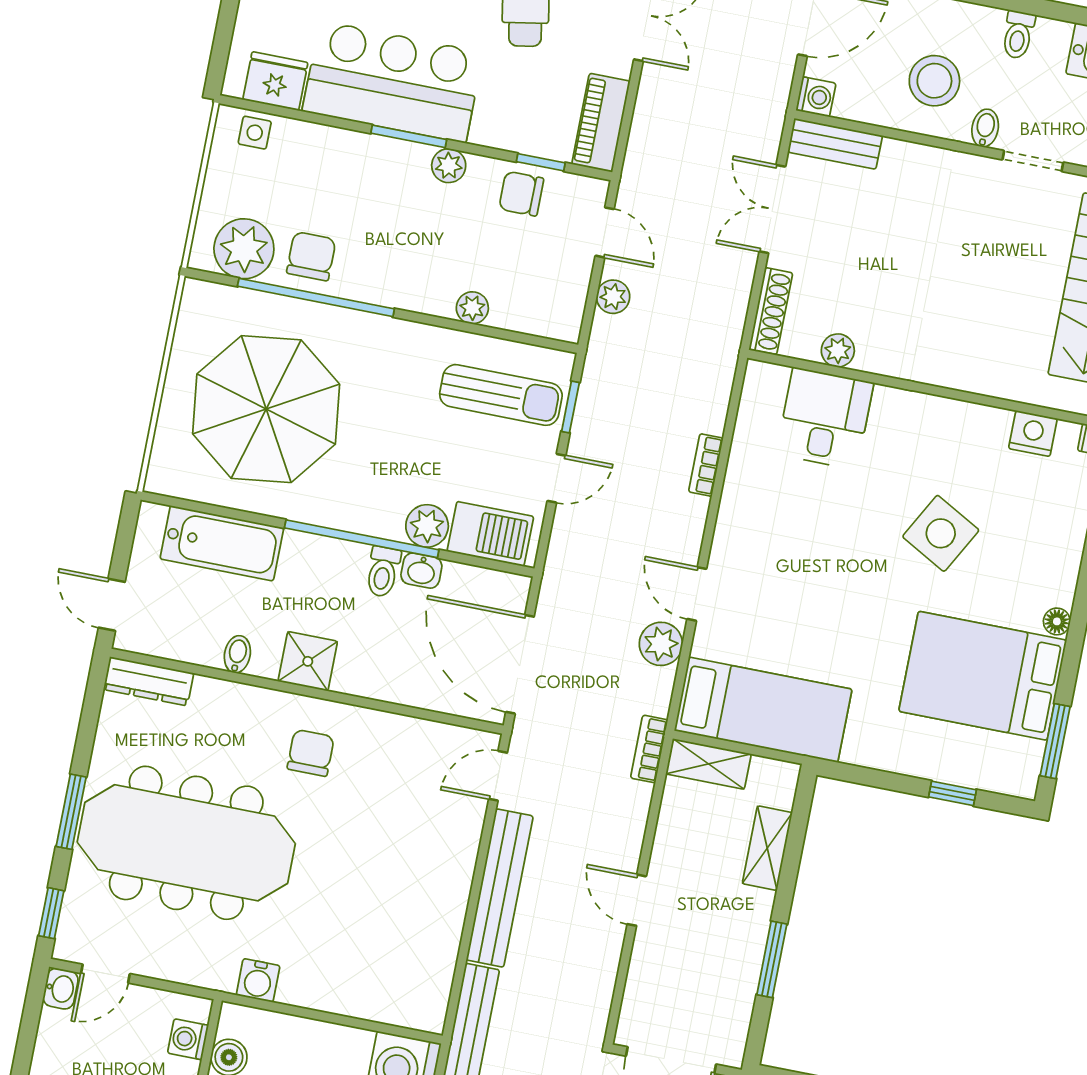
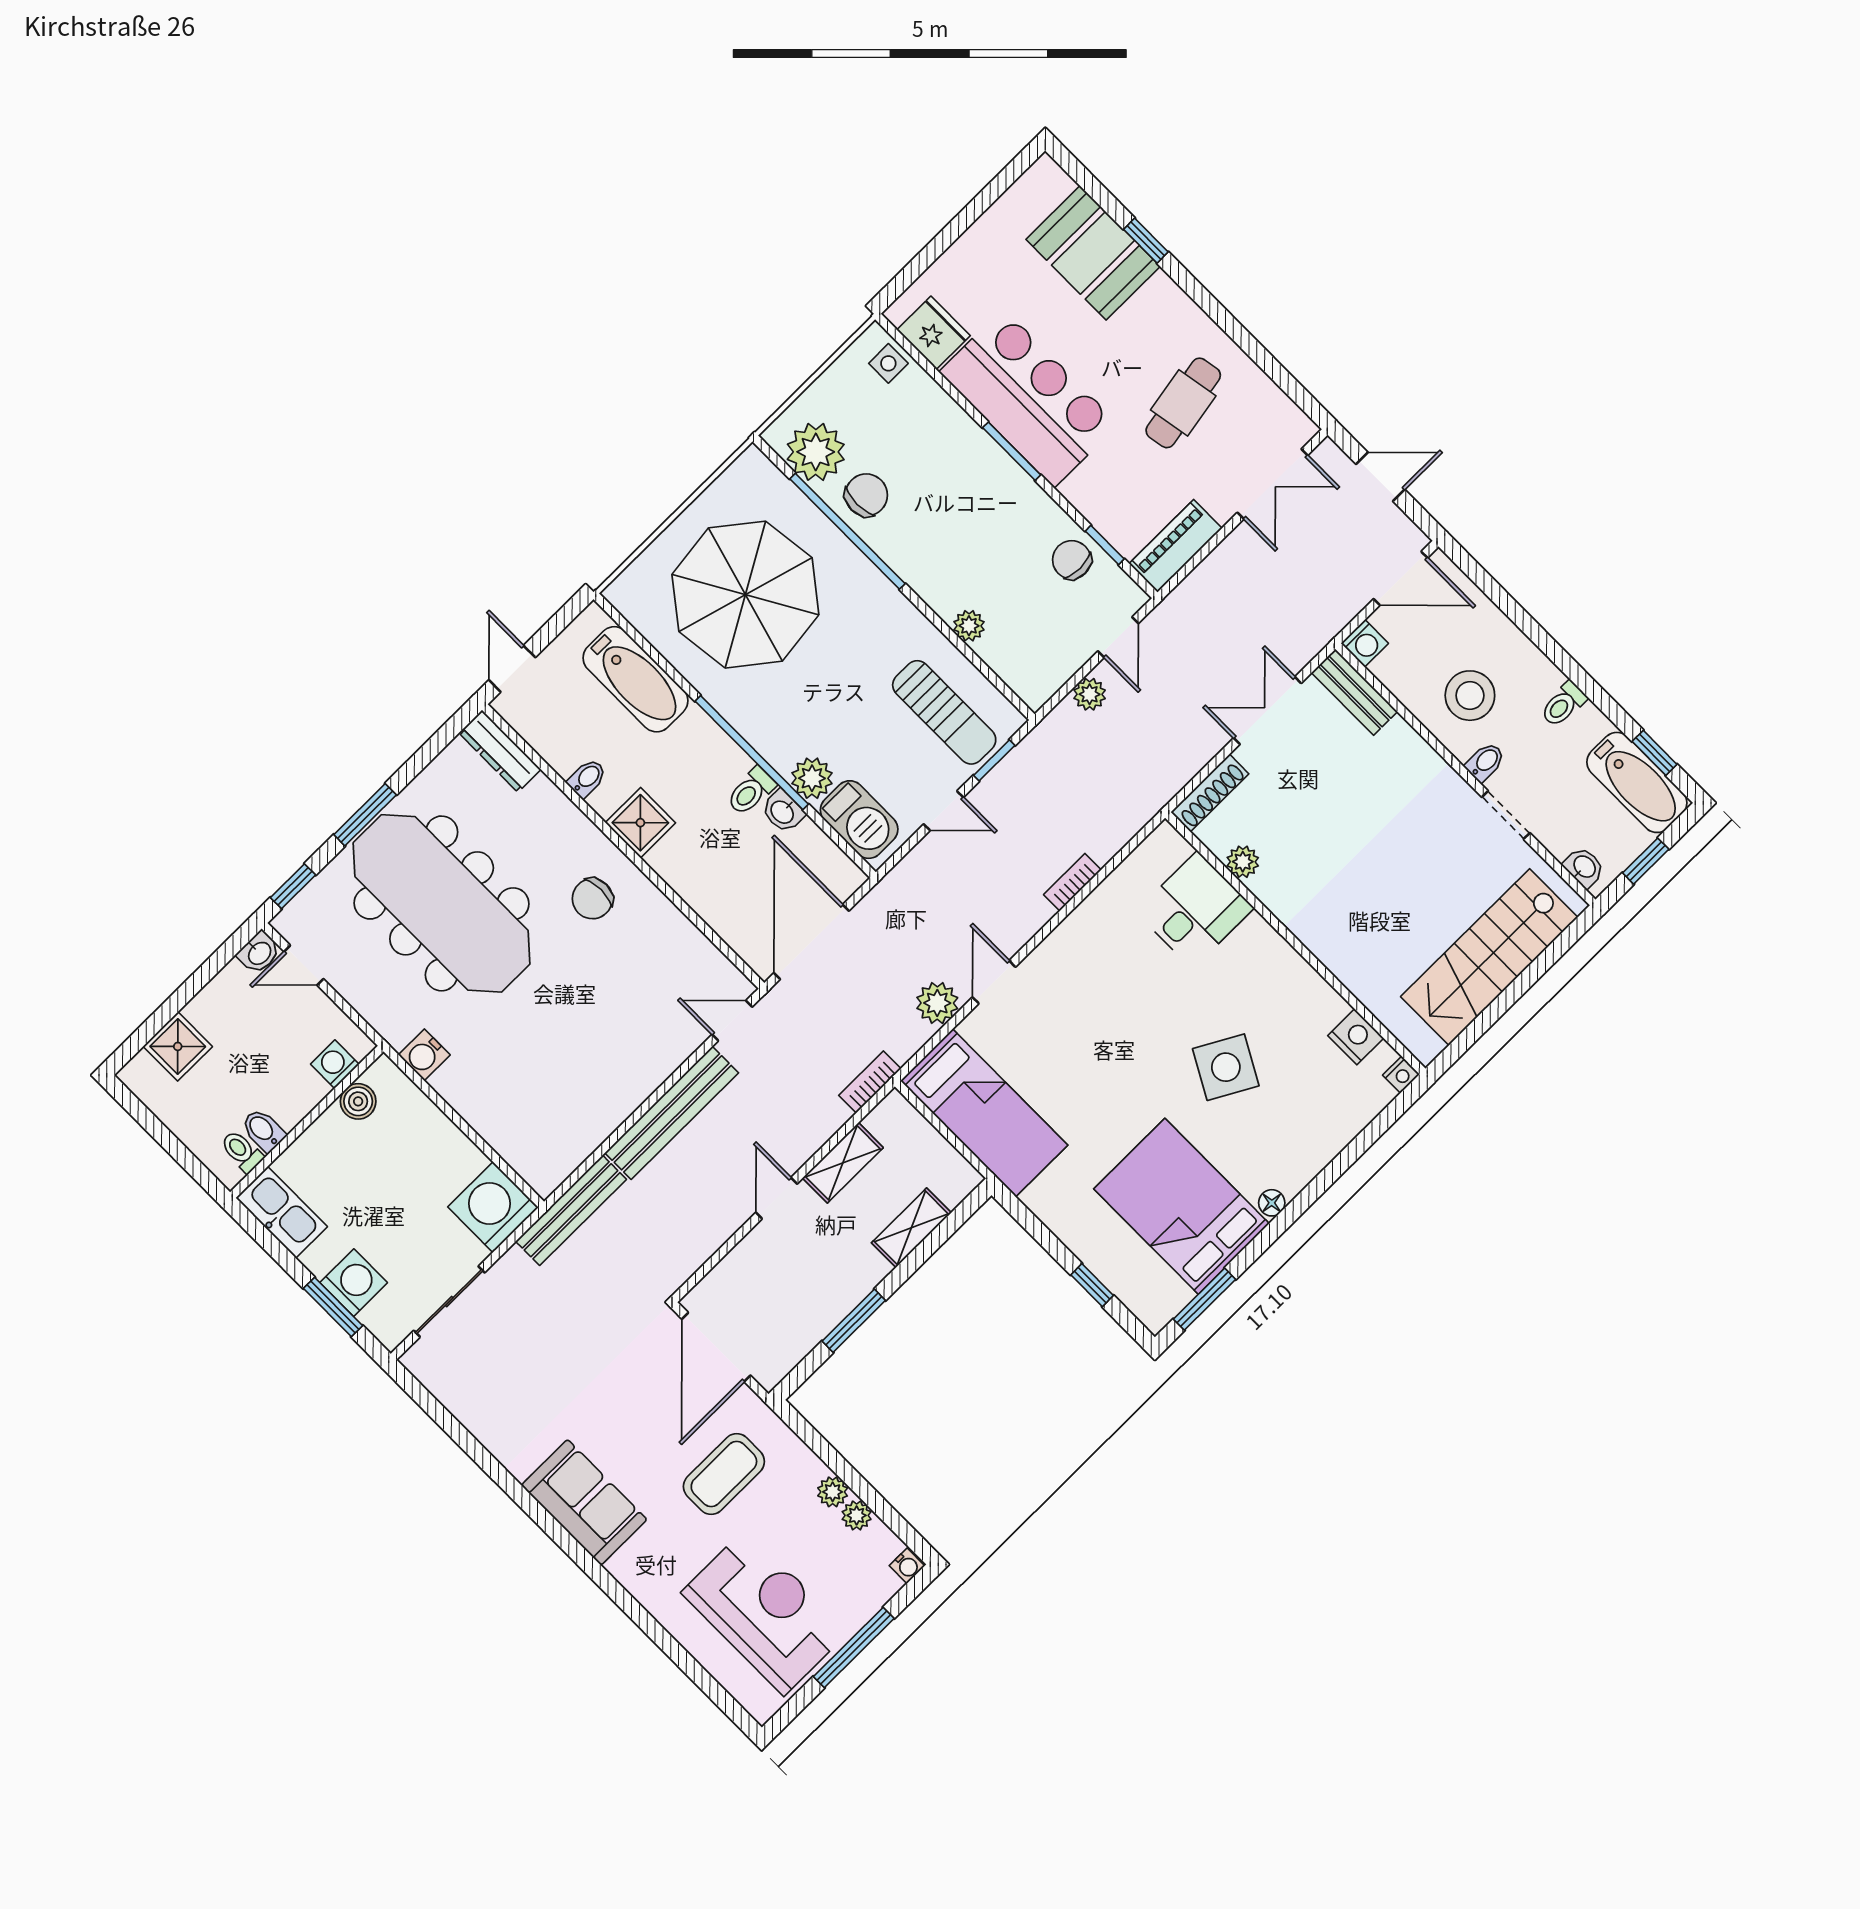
plant: (449, 166) -> (1028, 497), removed
chair: (311, 753) -> (592, 899), turned 180
shelving: (708, 764) -> (843, 1163), moved, turned 90

